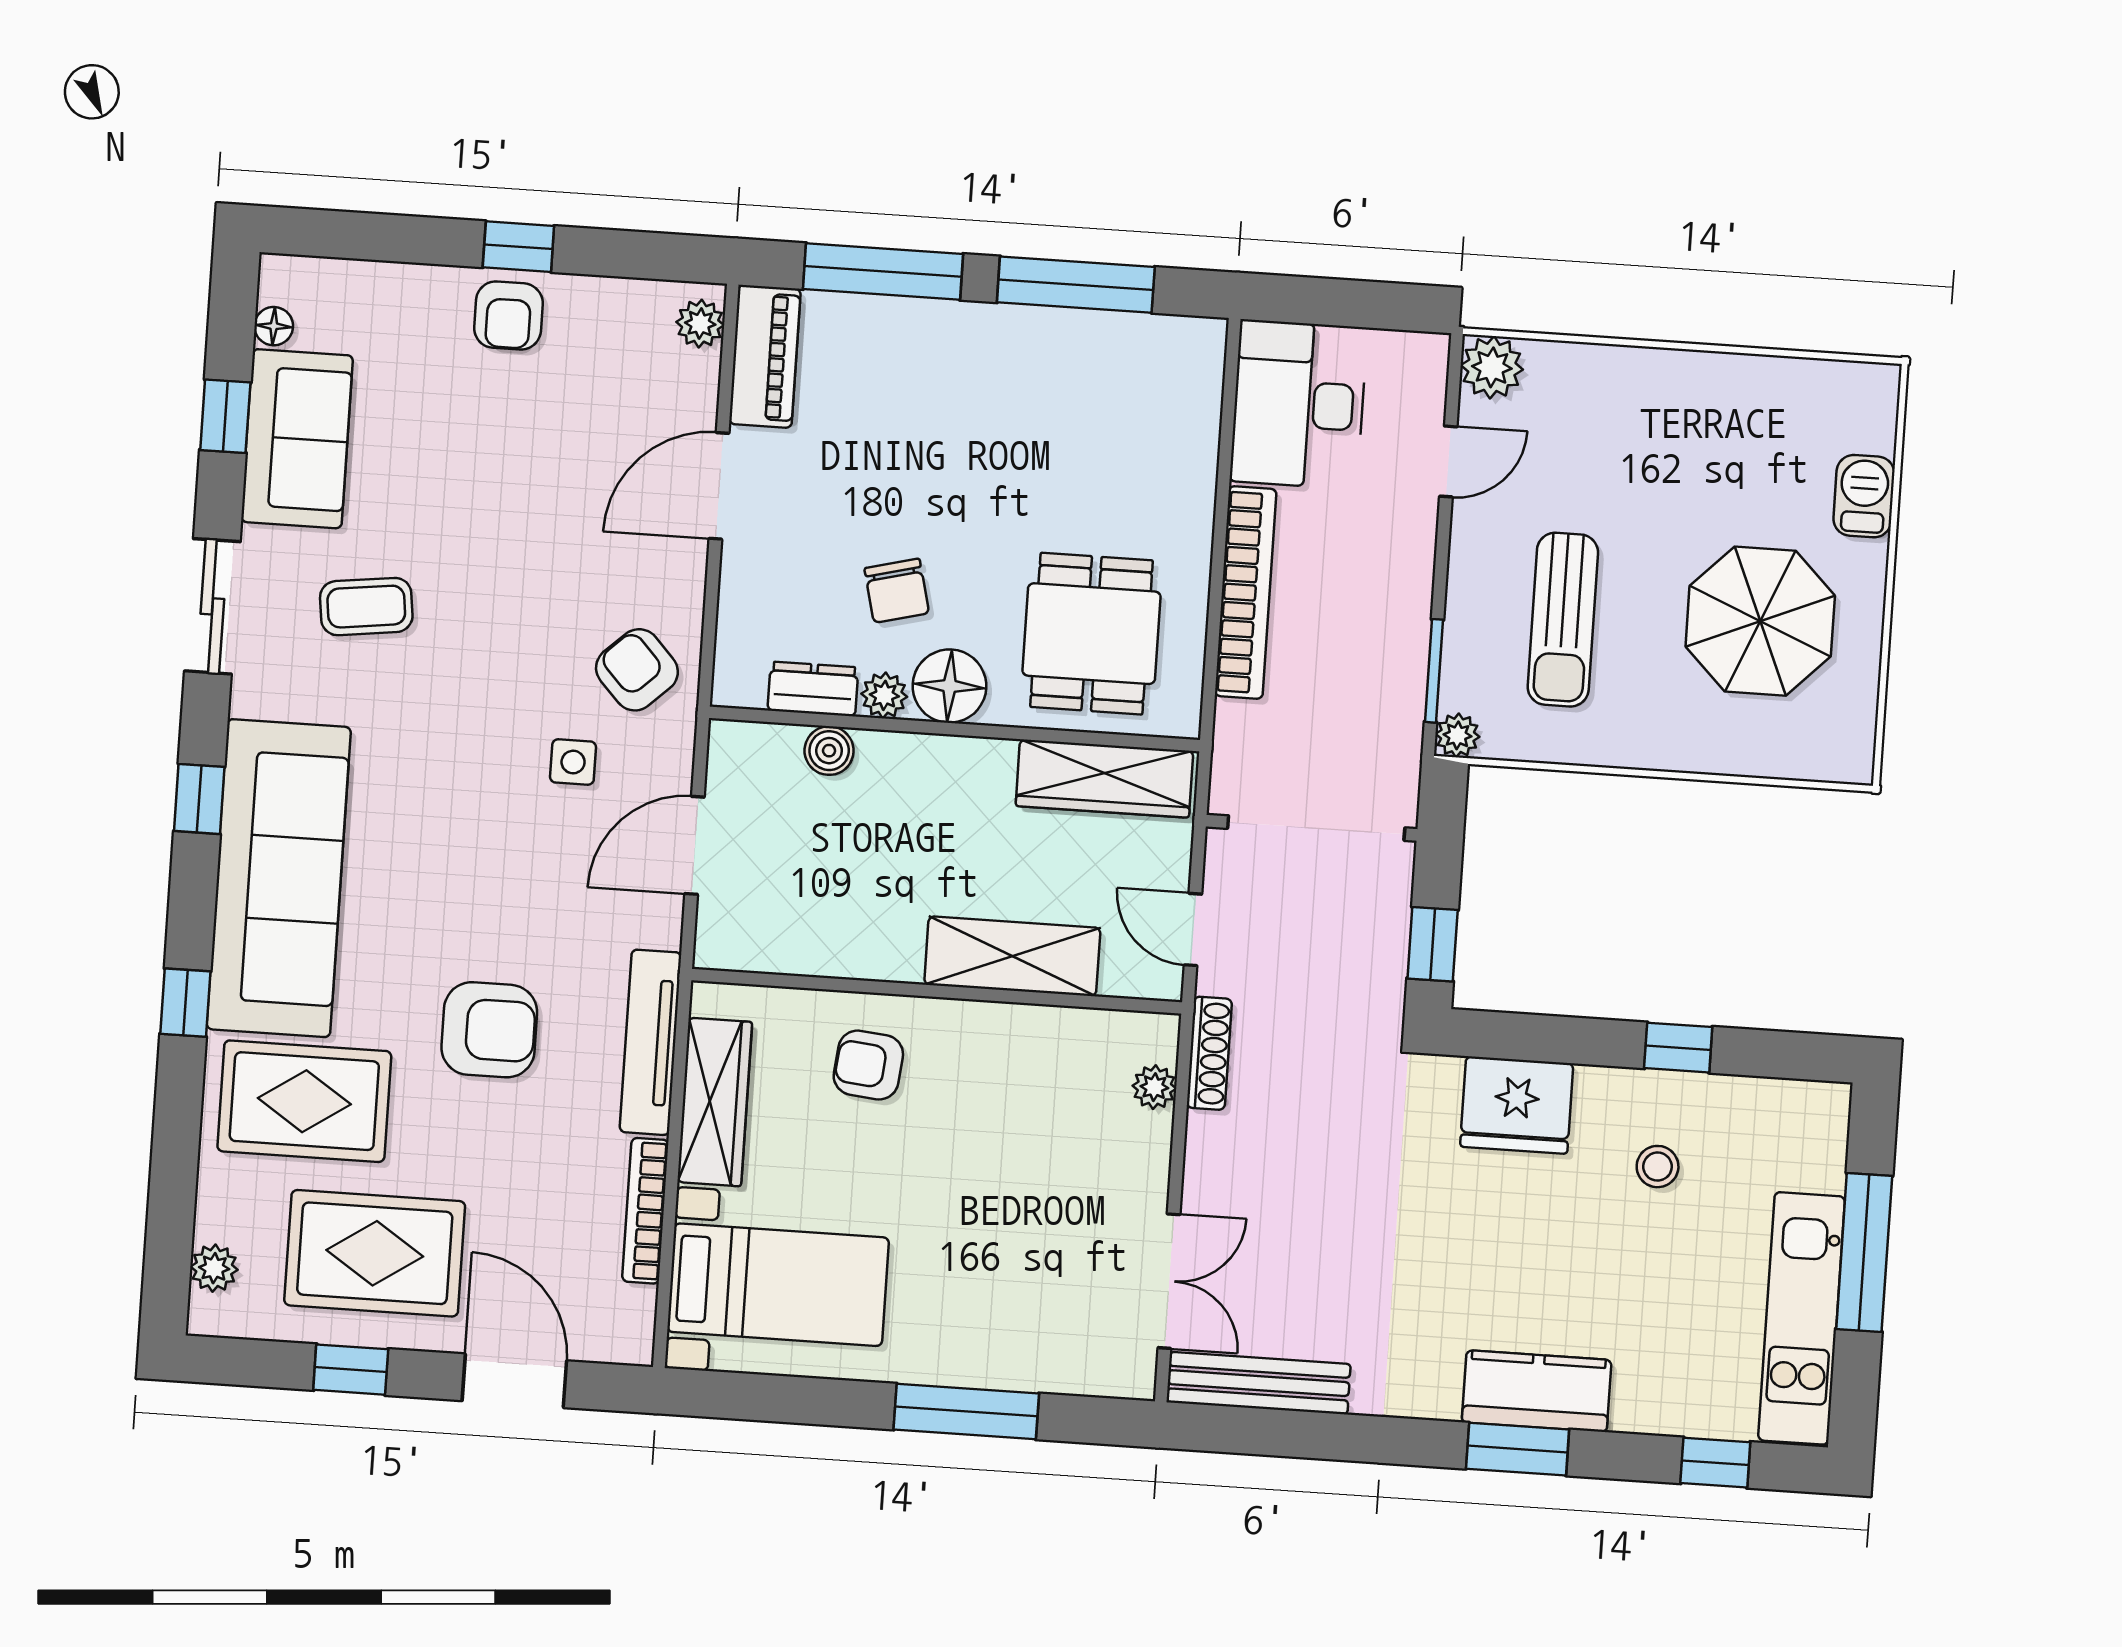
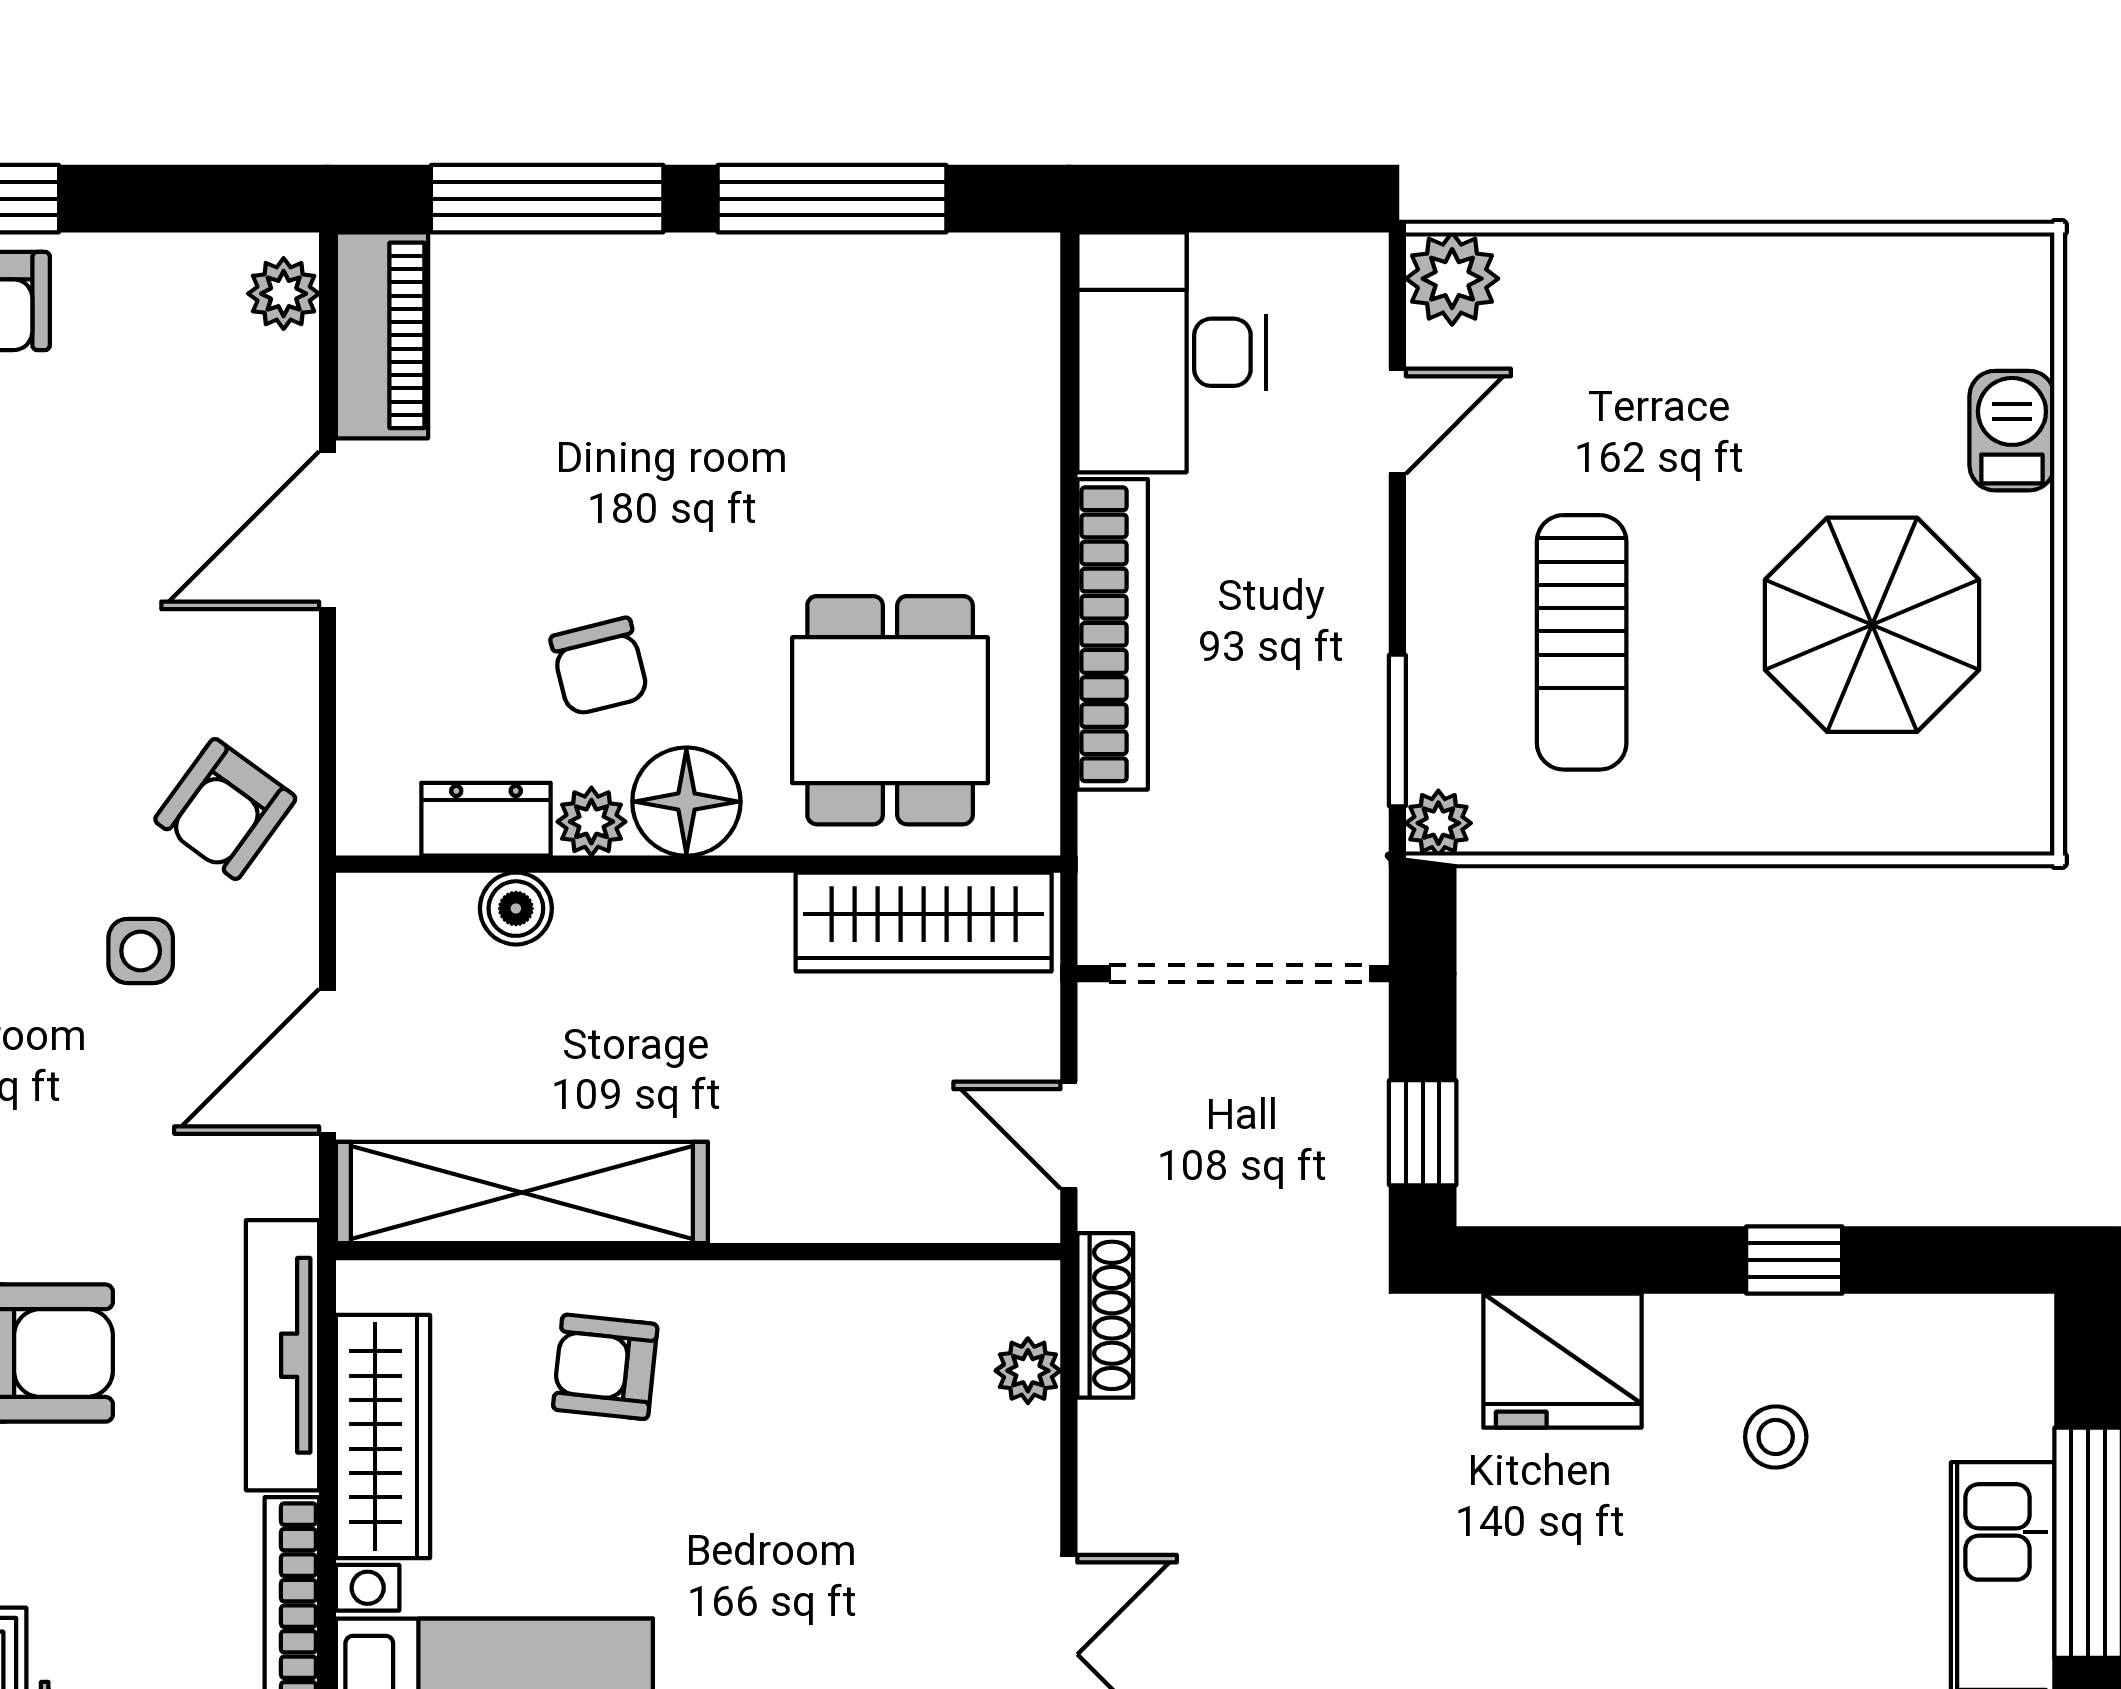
armchair: (637, 670) -> (225, 809), turned -101
shelving: (1012, 956) -> (522, 1192), moved, width x1.47

